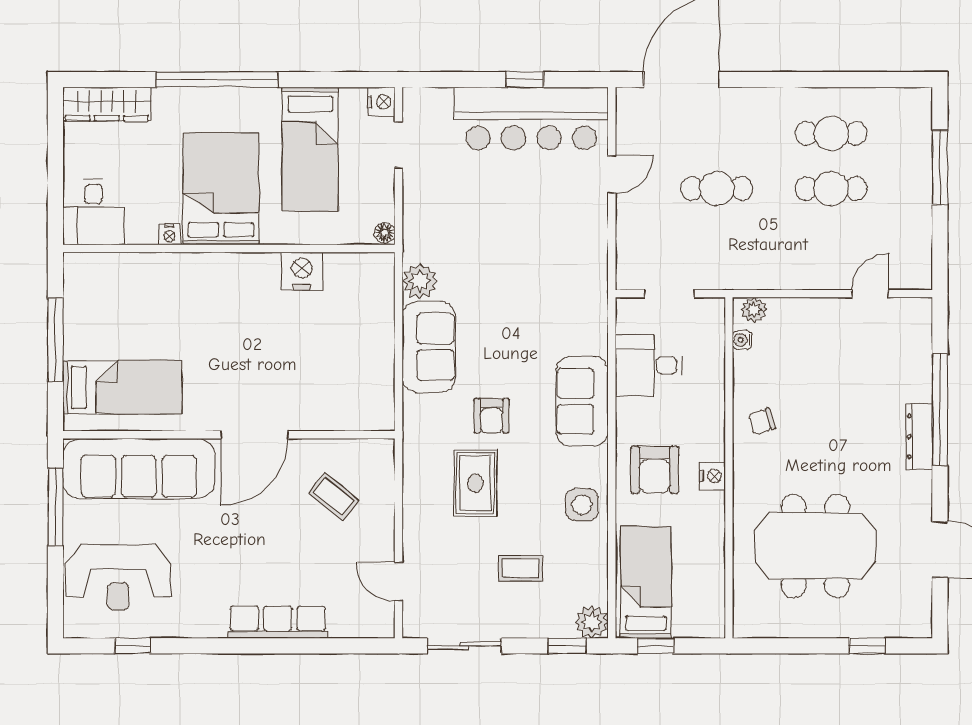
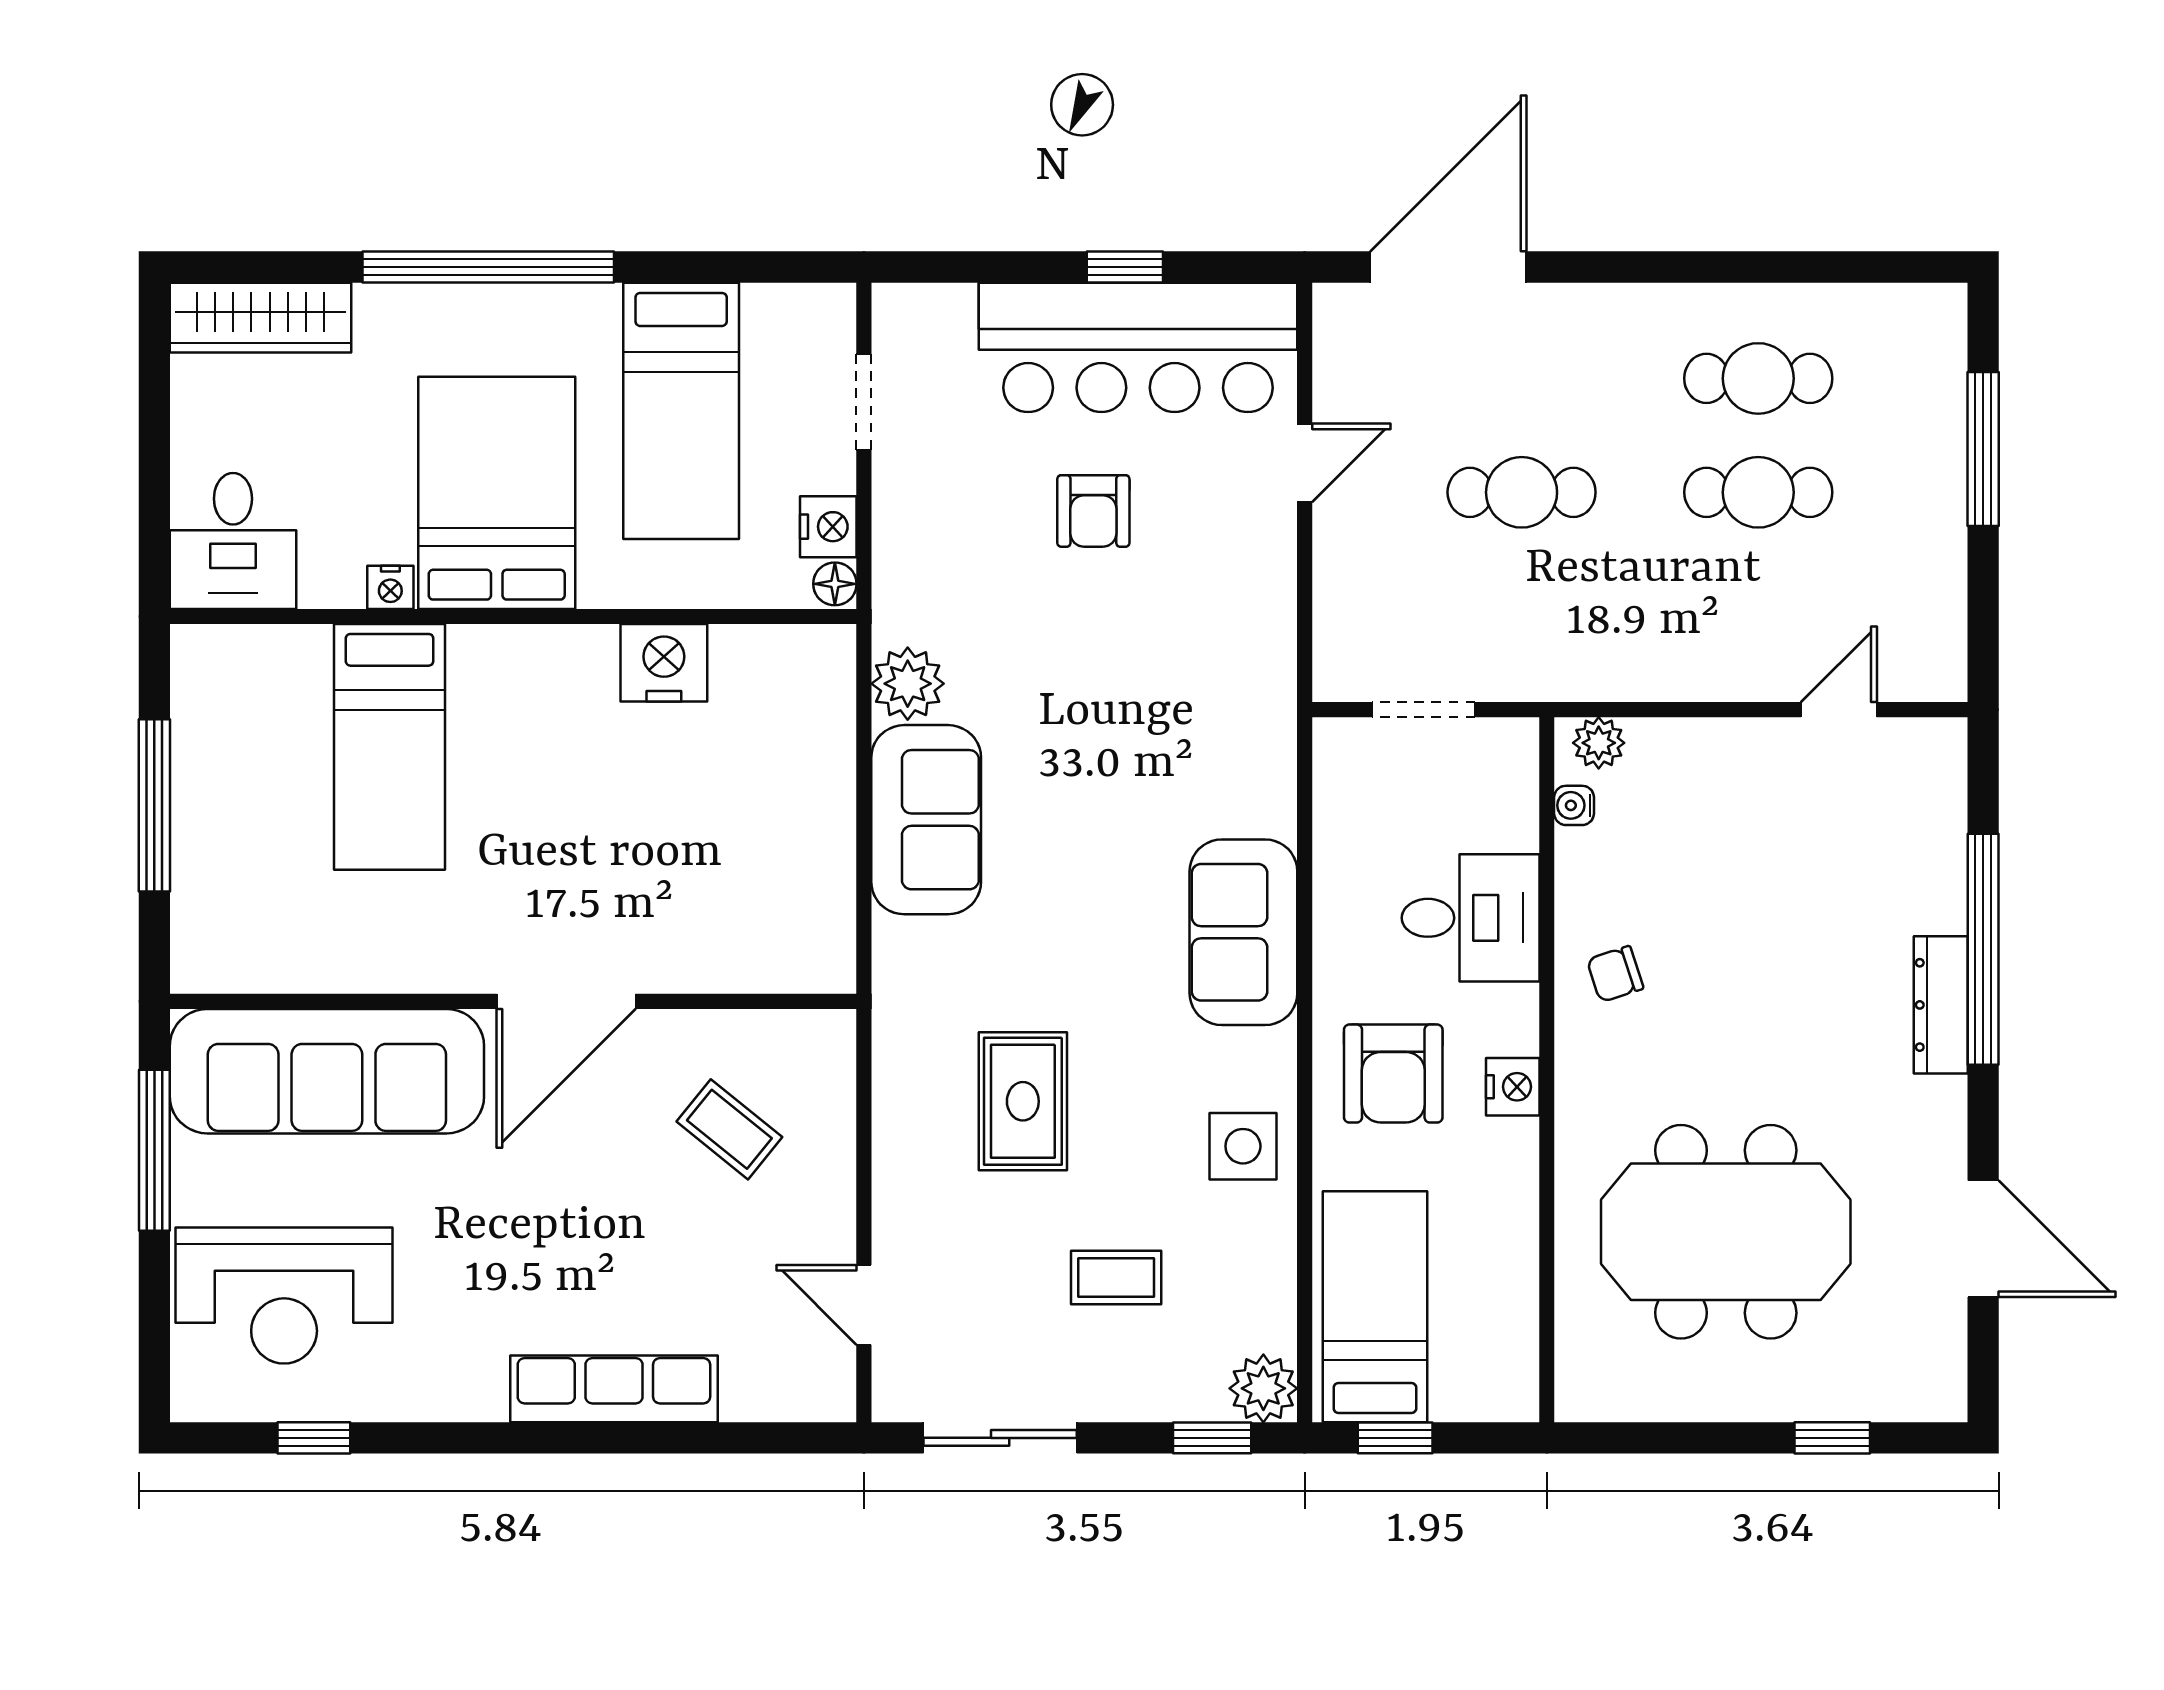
nightstand: (381, 102) -> (828, 527), moved
desk: (649, 366) -> (1471, 918), moved, turned 180
bed: (122, 387) -> (390, 747), moved, turned 90
armchair: (492, 416) -> (1093, 511), moved

